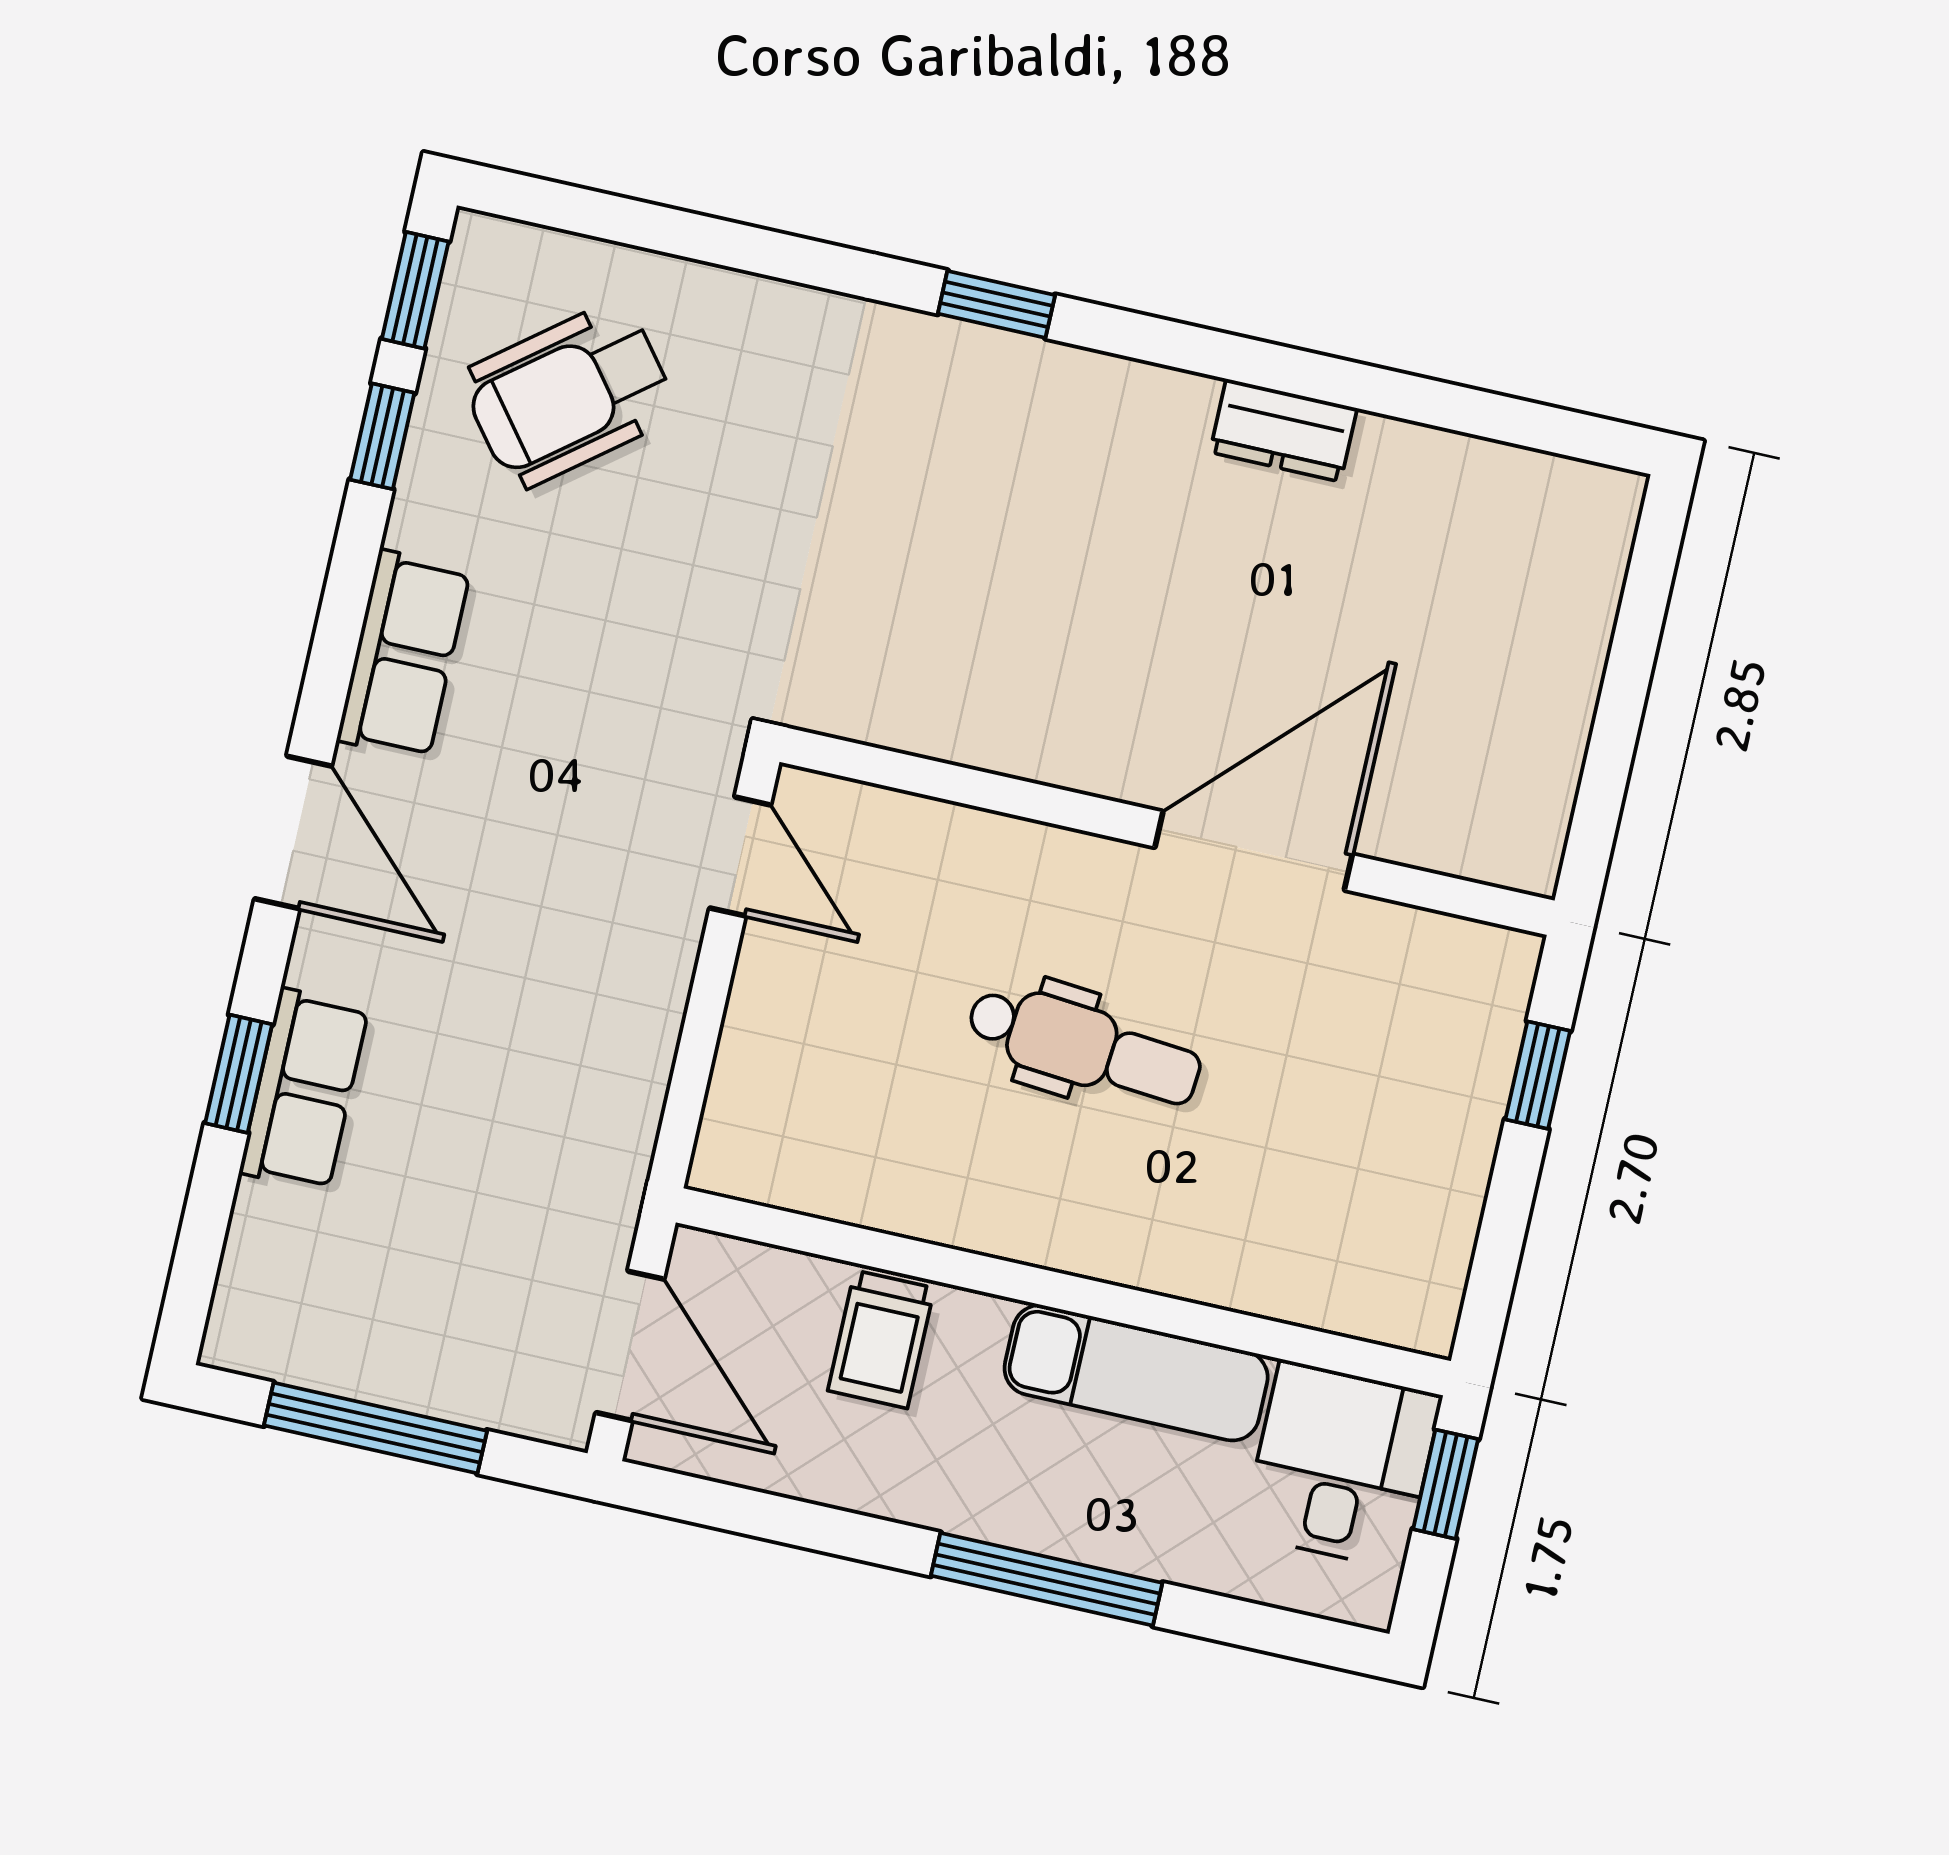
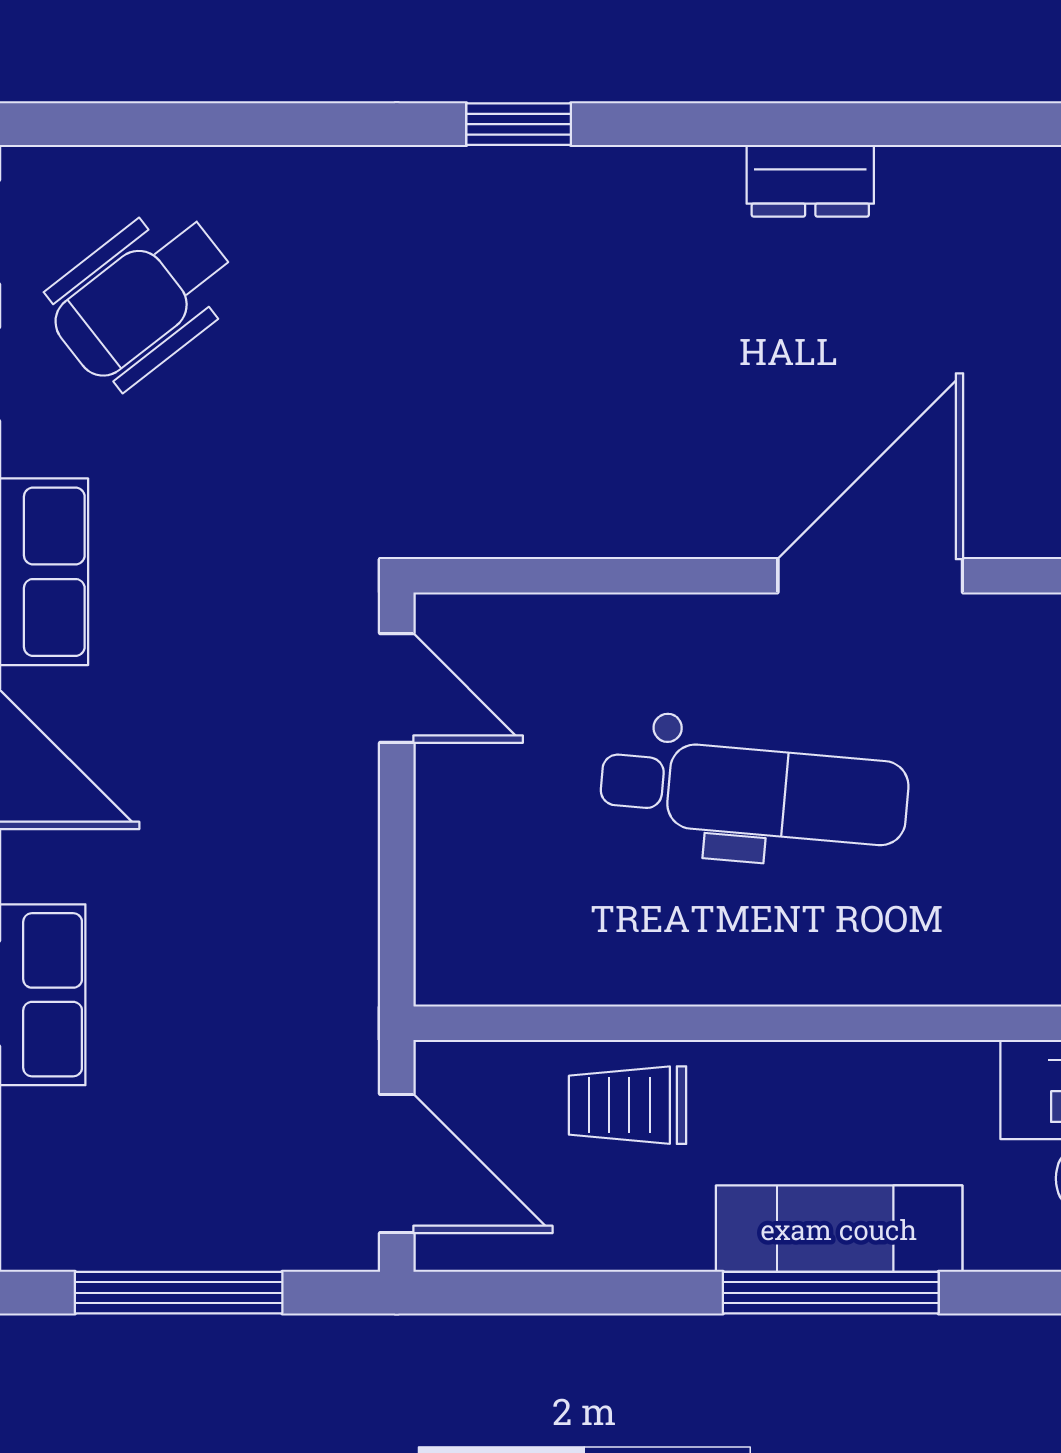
dental chair: (1084, 1046) -> (754, 792), width x1.36, depth x1.38
trolley: (881, 1339) -> (628, 1105), turned 90
exam couch: (1136, 1373) -> (839, 1229), moved, turned 180

